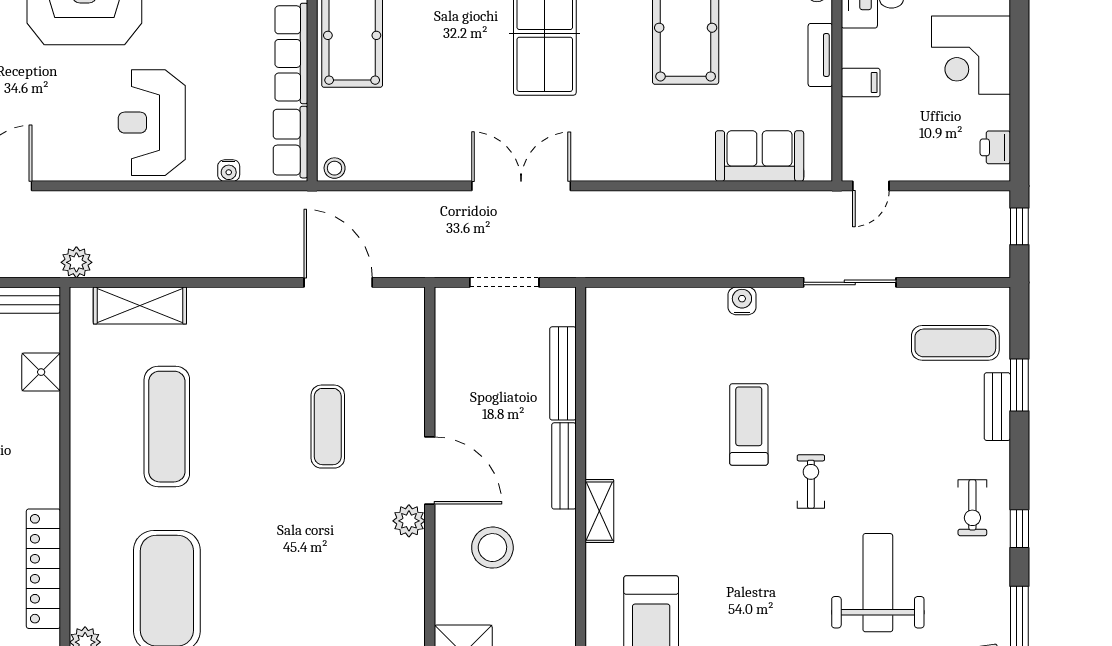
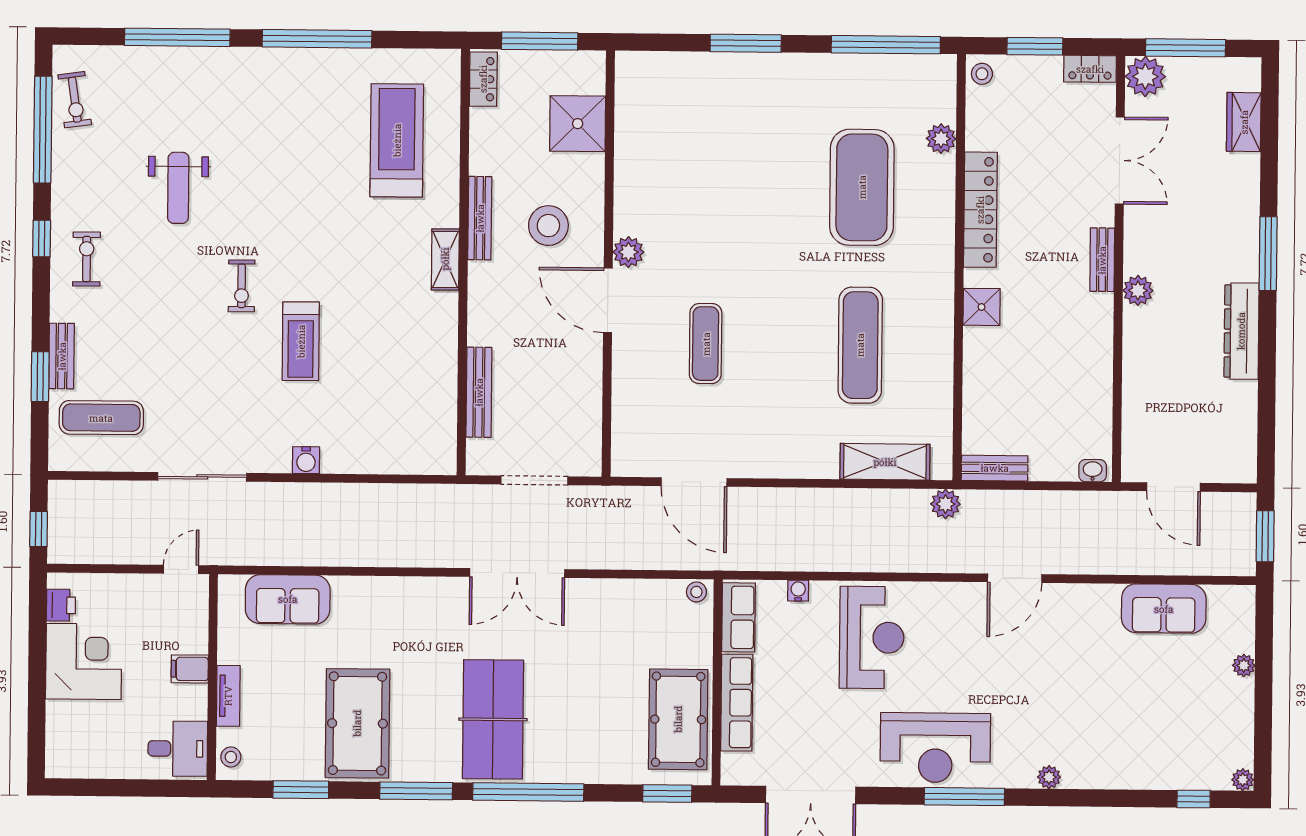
corner desk: (971, 55) -> (84, 662), moved
shower: (41, 372) -> (982, 307), moved
bench: (564, 466) -> (480, 218), moved
weight bench: (878, 583) -> (178, 188), width x0.73, depth x0.75

